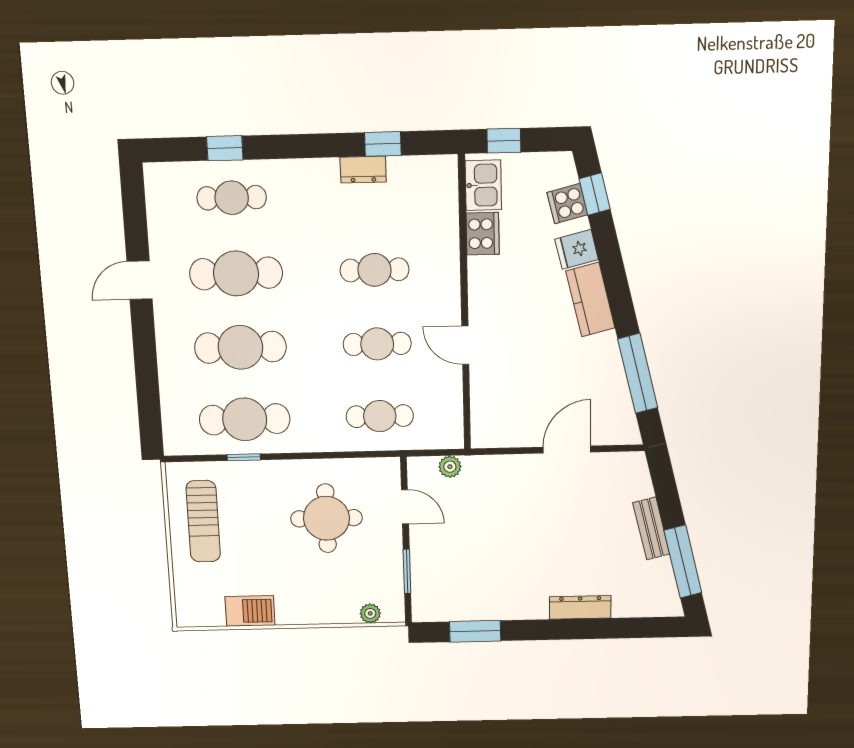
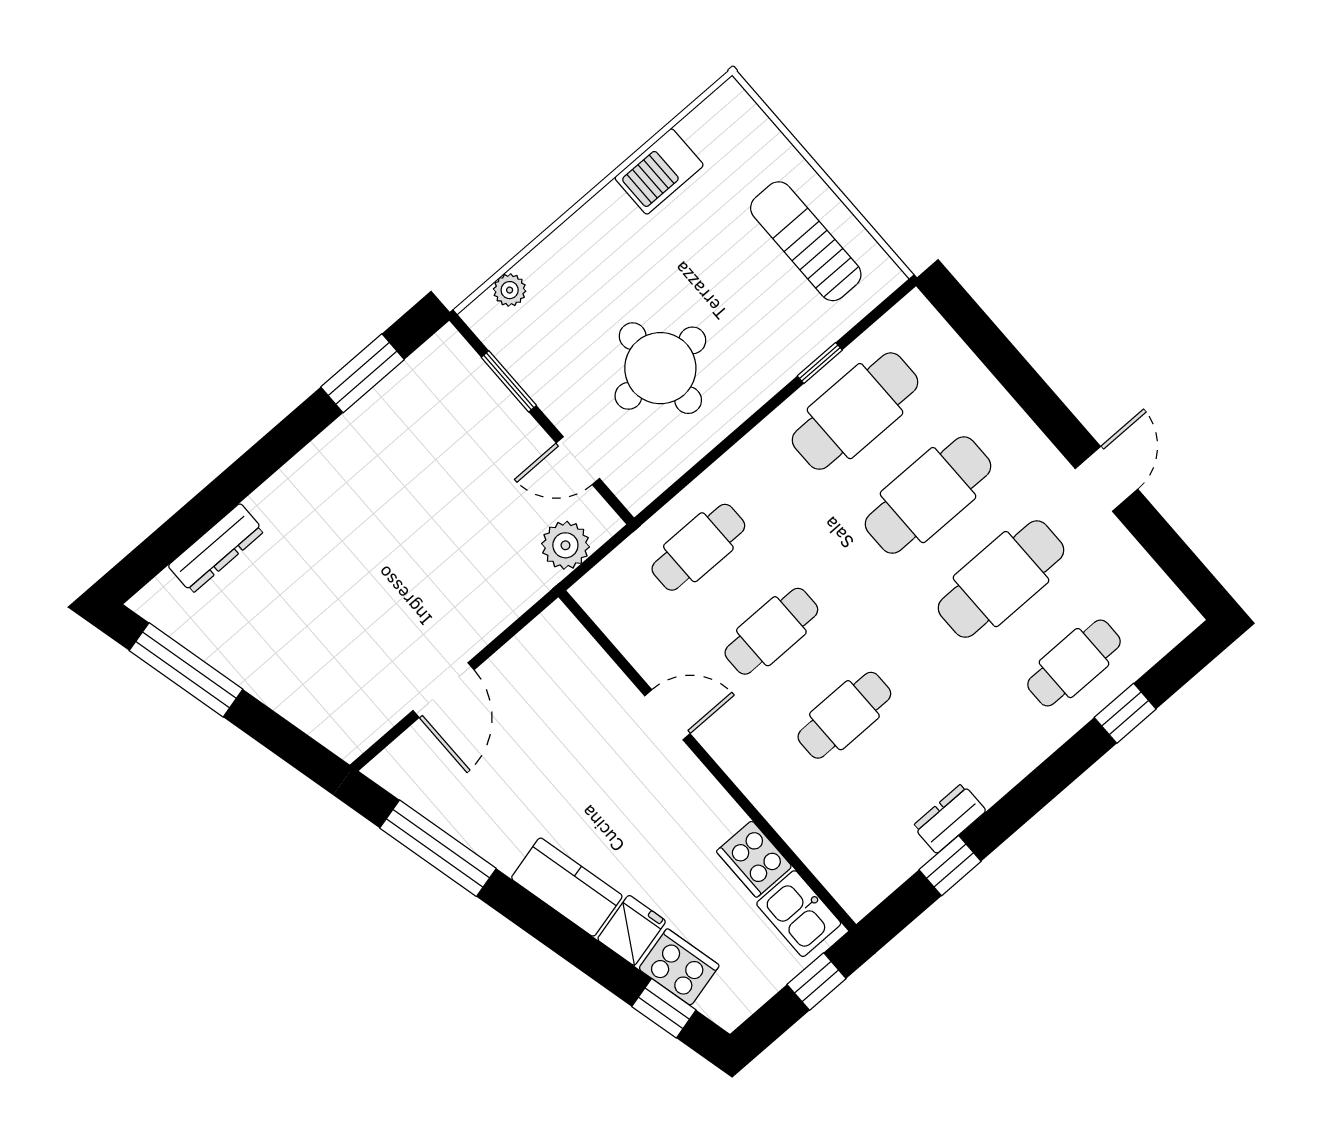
cooker: (567, 204) -> (679, 967), width x1.36
plant: (450, 467) -> (565, 545), width x1.38, depth x1.38
bench: (651, 528) -> (260, 679), removed
dresser: (580, 607) -> (216, 548), moved

